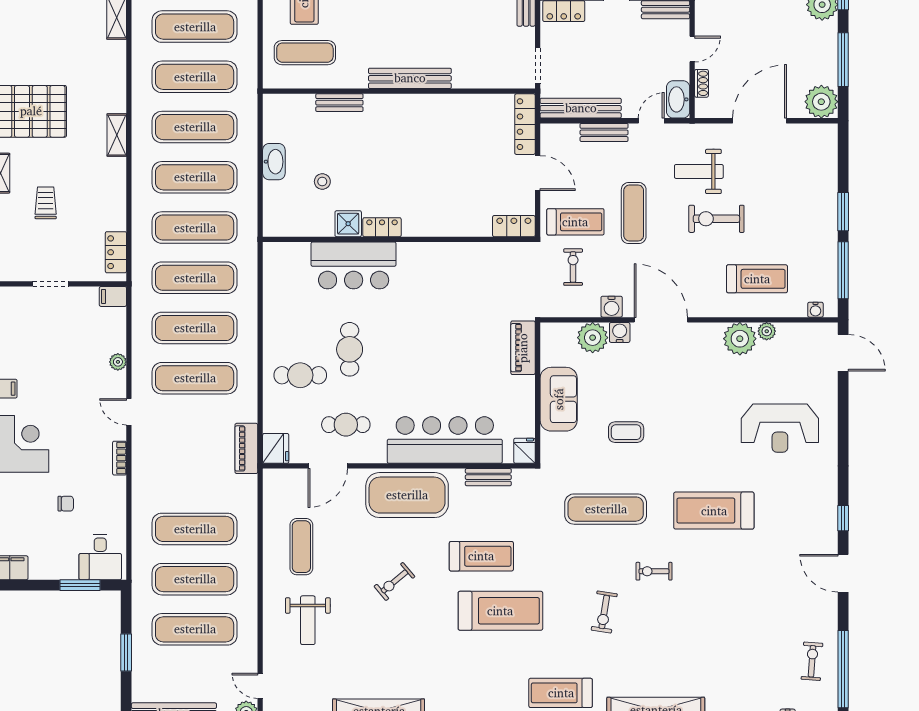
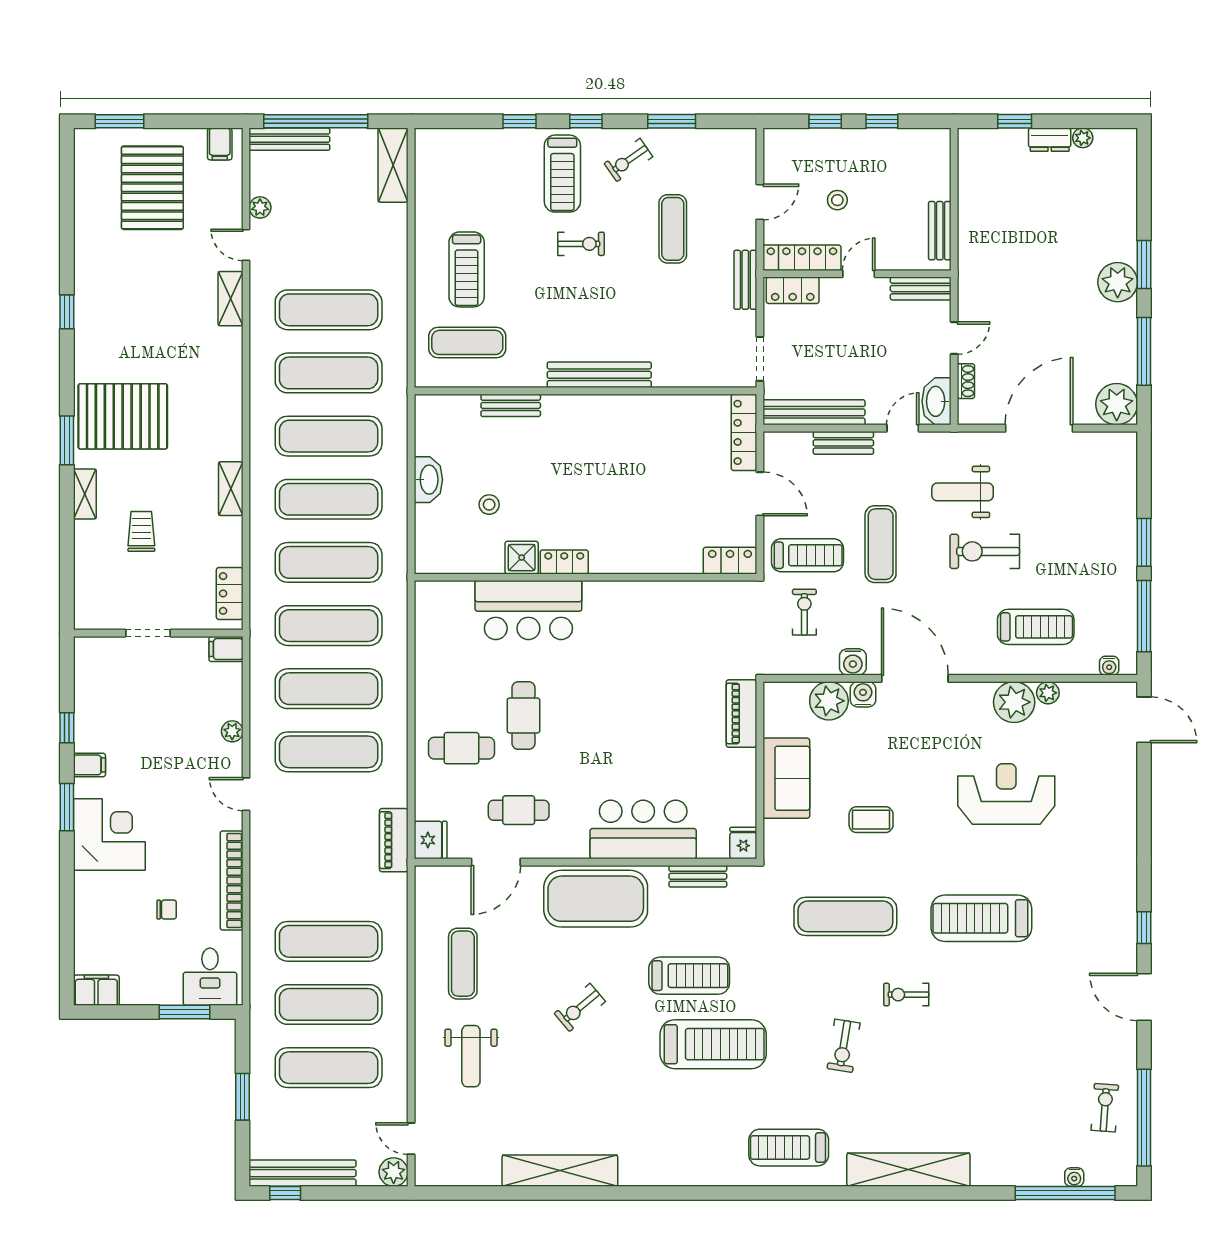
shelving: (117, 135) -> (231, 489), moved
reception desk: (780, 428) -> (1006, 794), moved, turned 180
bar counter: (445, 440) -> (643, 830), width x0.73
bookcase: (120, 458) -> (232, 880), width x2.31, depth x1.31

